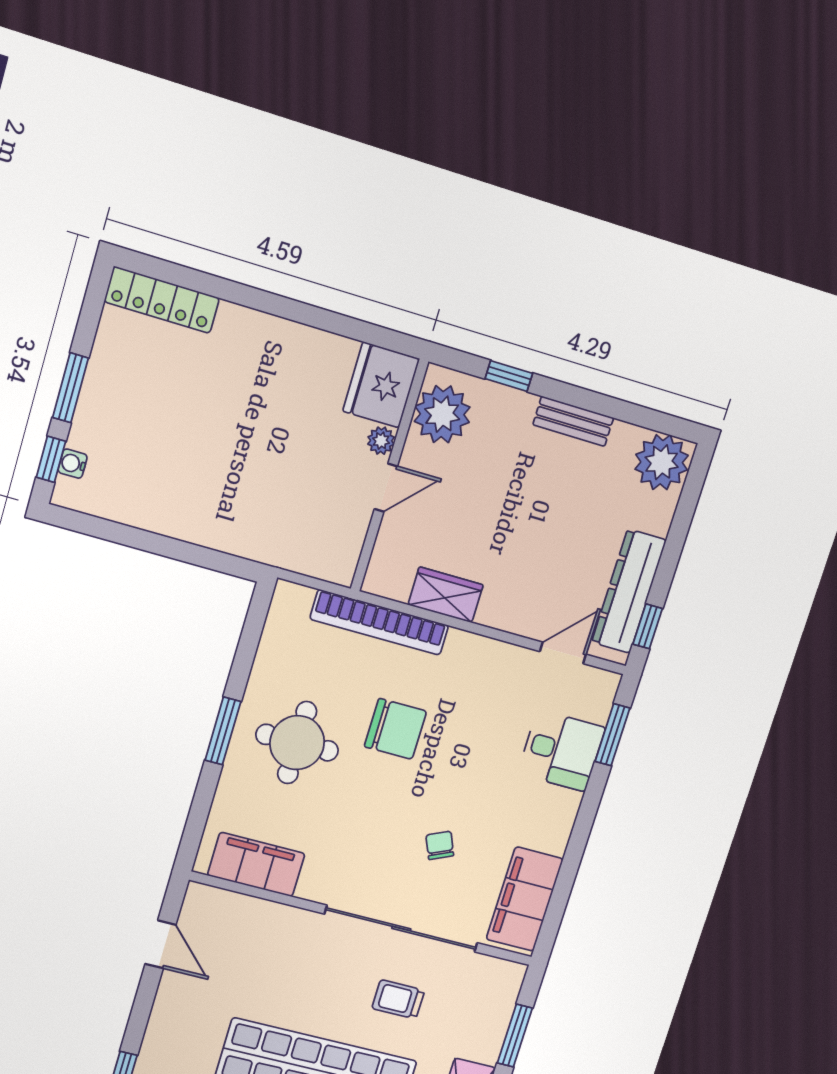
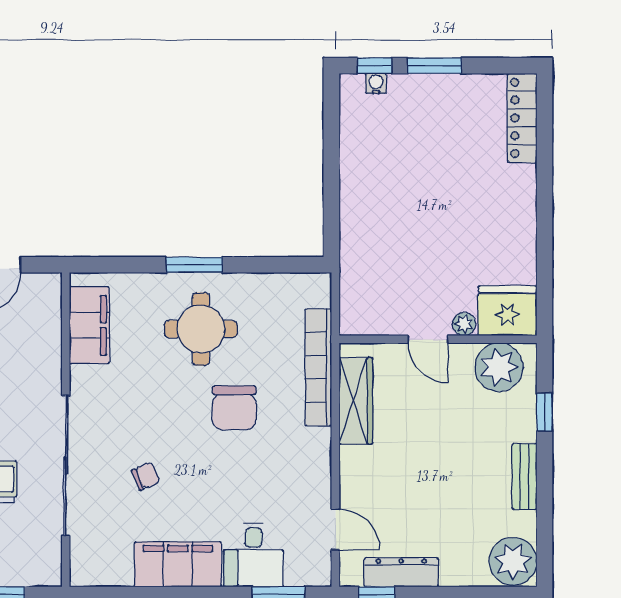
dresser: (629, 591) -> (401, 572), width x0.73, depth x0.80
wardrobe: (446, 595) -> (356, 401), width x1.50
filing cabinet: (525, 899) -> (178, 564), moved

